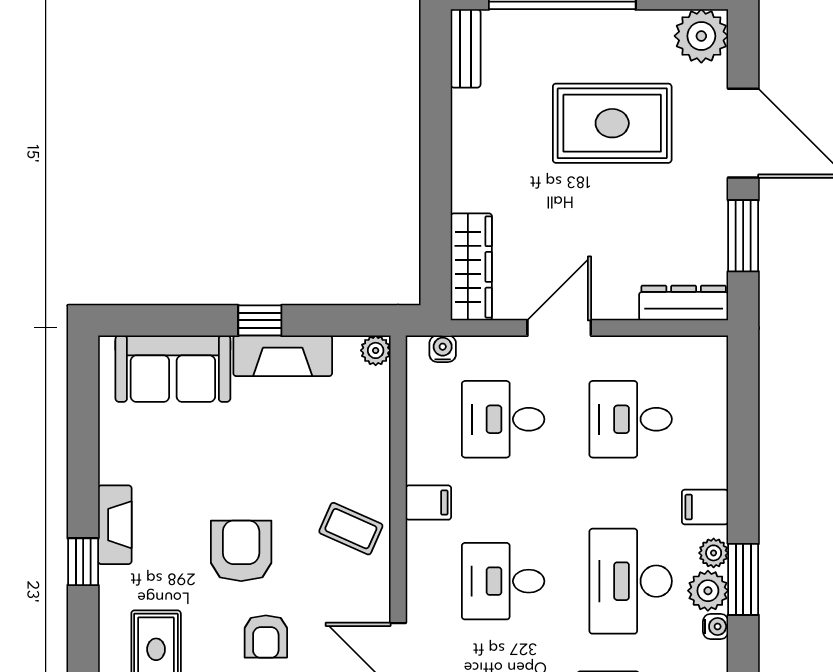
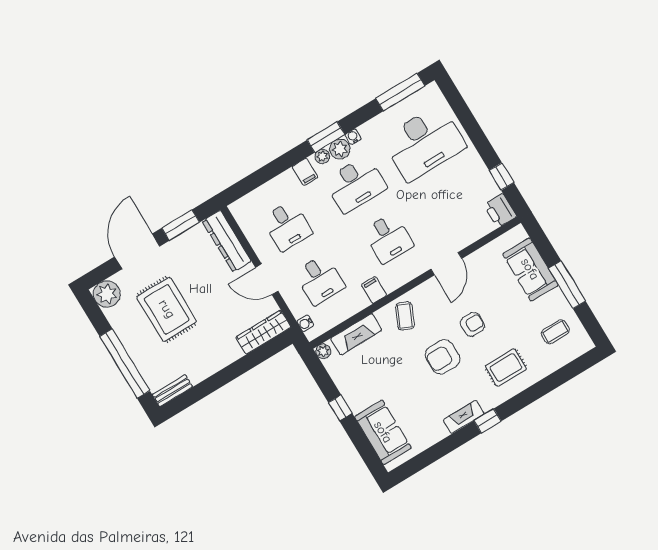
dresser: (684, 303) -> (227, 241), width x1.37, depth x1.24
fireplace: (283, 356) -> (356, 334), moved, turned 90

